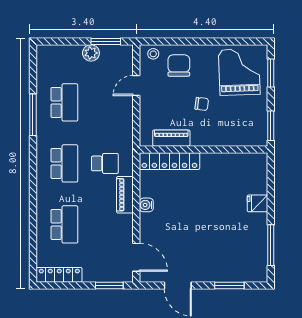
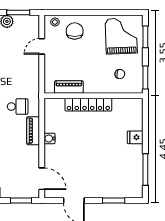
chair: (202, 104) -> (120, 74), moved
locker: (169, 161) -> (88, 105), moved

